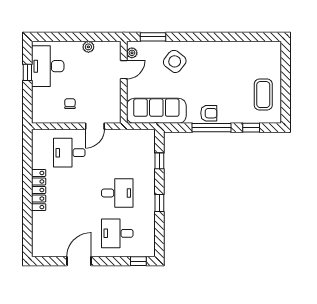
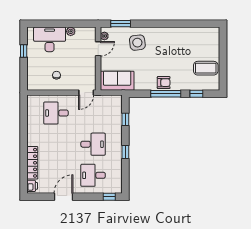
side table: (175, 61) -> (137, 43), turned 45
desk: (48, 66) -> (50, 39), moved, turned 90
coffee table: (263, 95) -> (206, 68), turned 90
sofa: (156, 111) -> (117, 81), width x0.73
door: (95, 126) -> (86, 93), moved
locker: (39, 190) -> (32, 163), moved
printer: (38, 247) -> (32, 186), added

